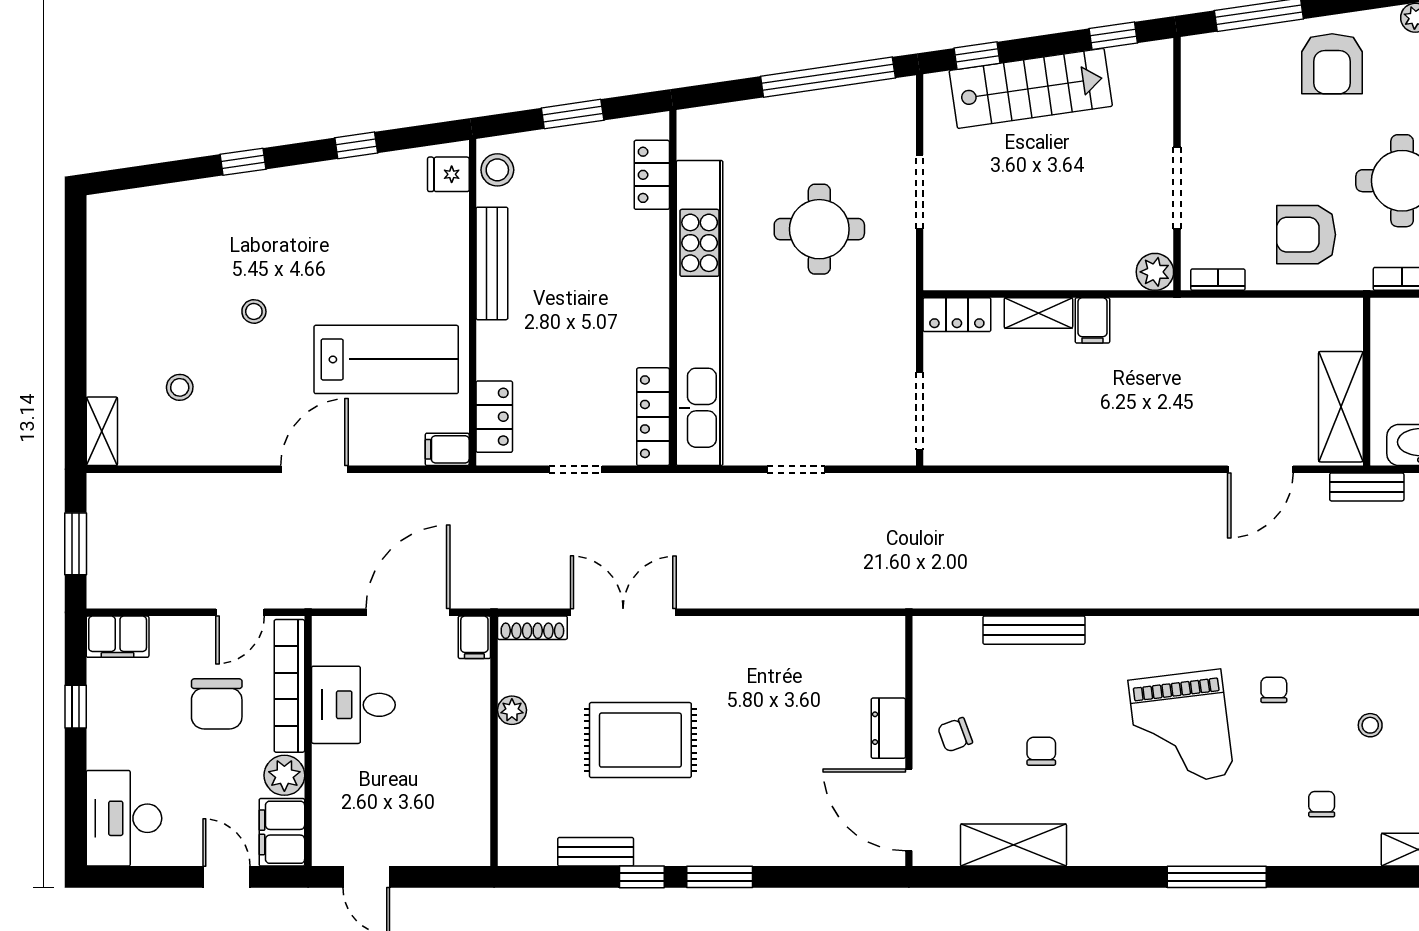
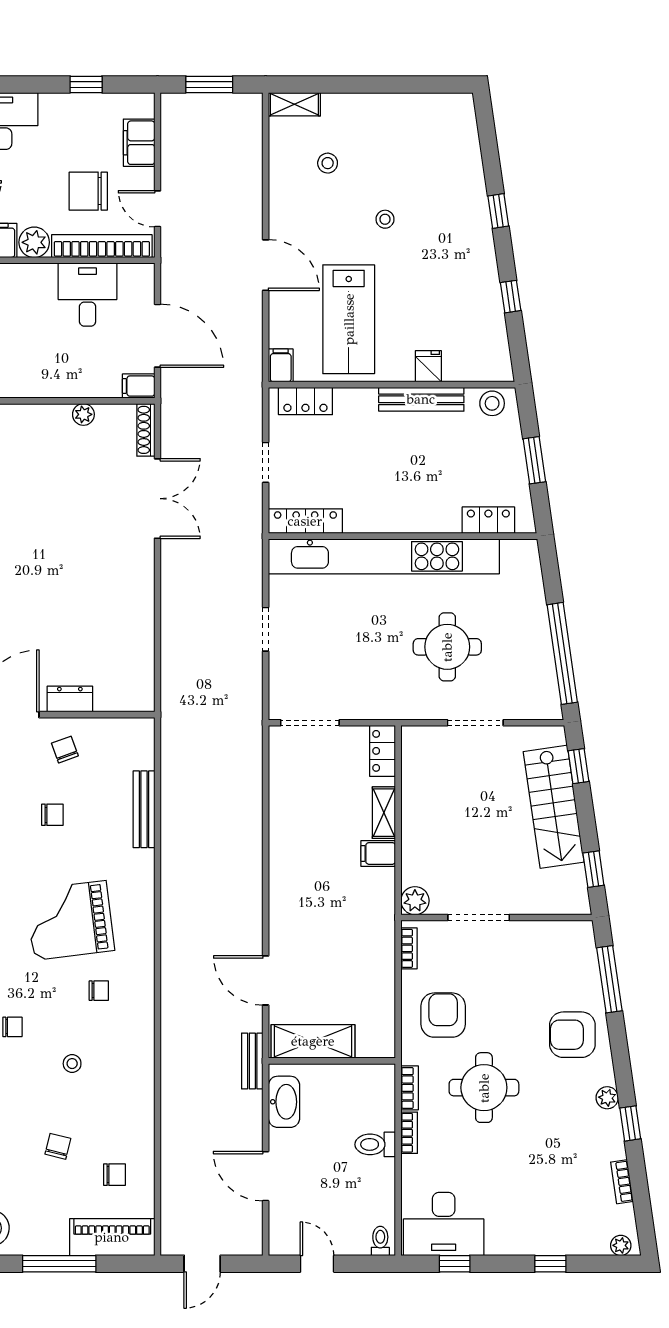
fridge: (448, 174) -> (428, 366), moved
filing cabinet: (118, 637) -> (139, 143), moved
rug: (640, 740) -> (61, 512), removed

